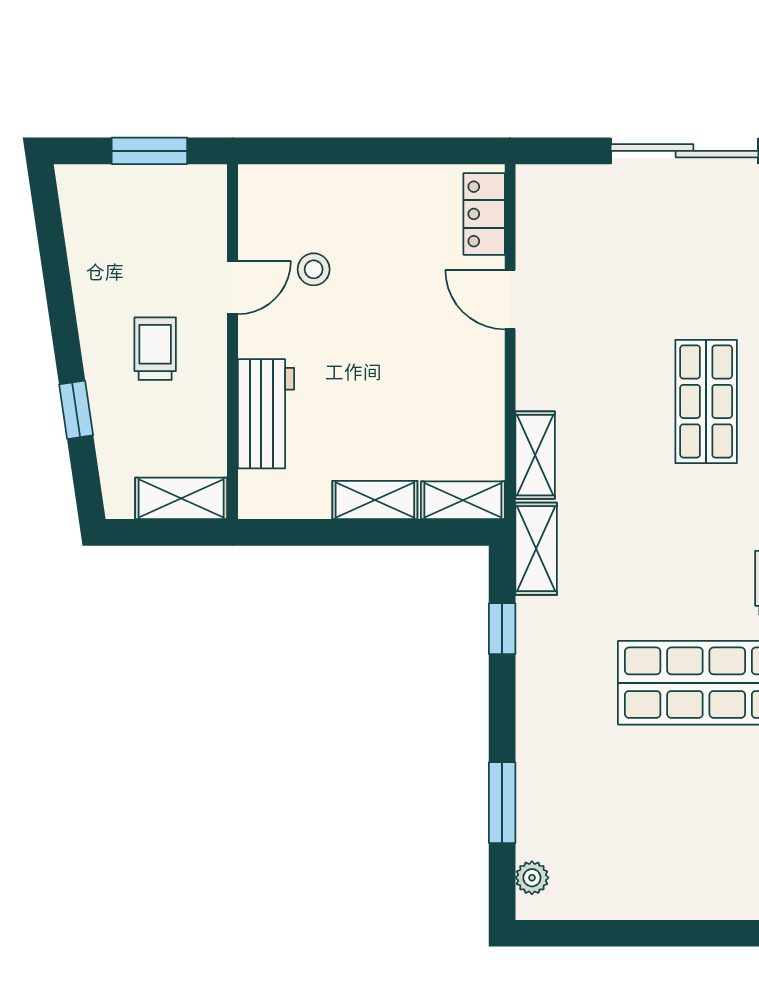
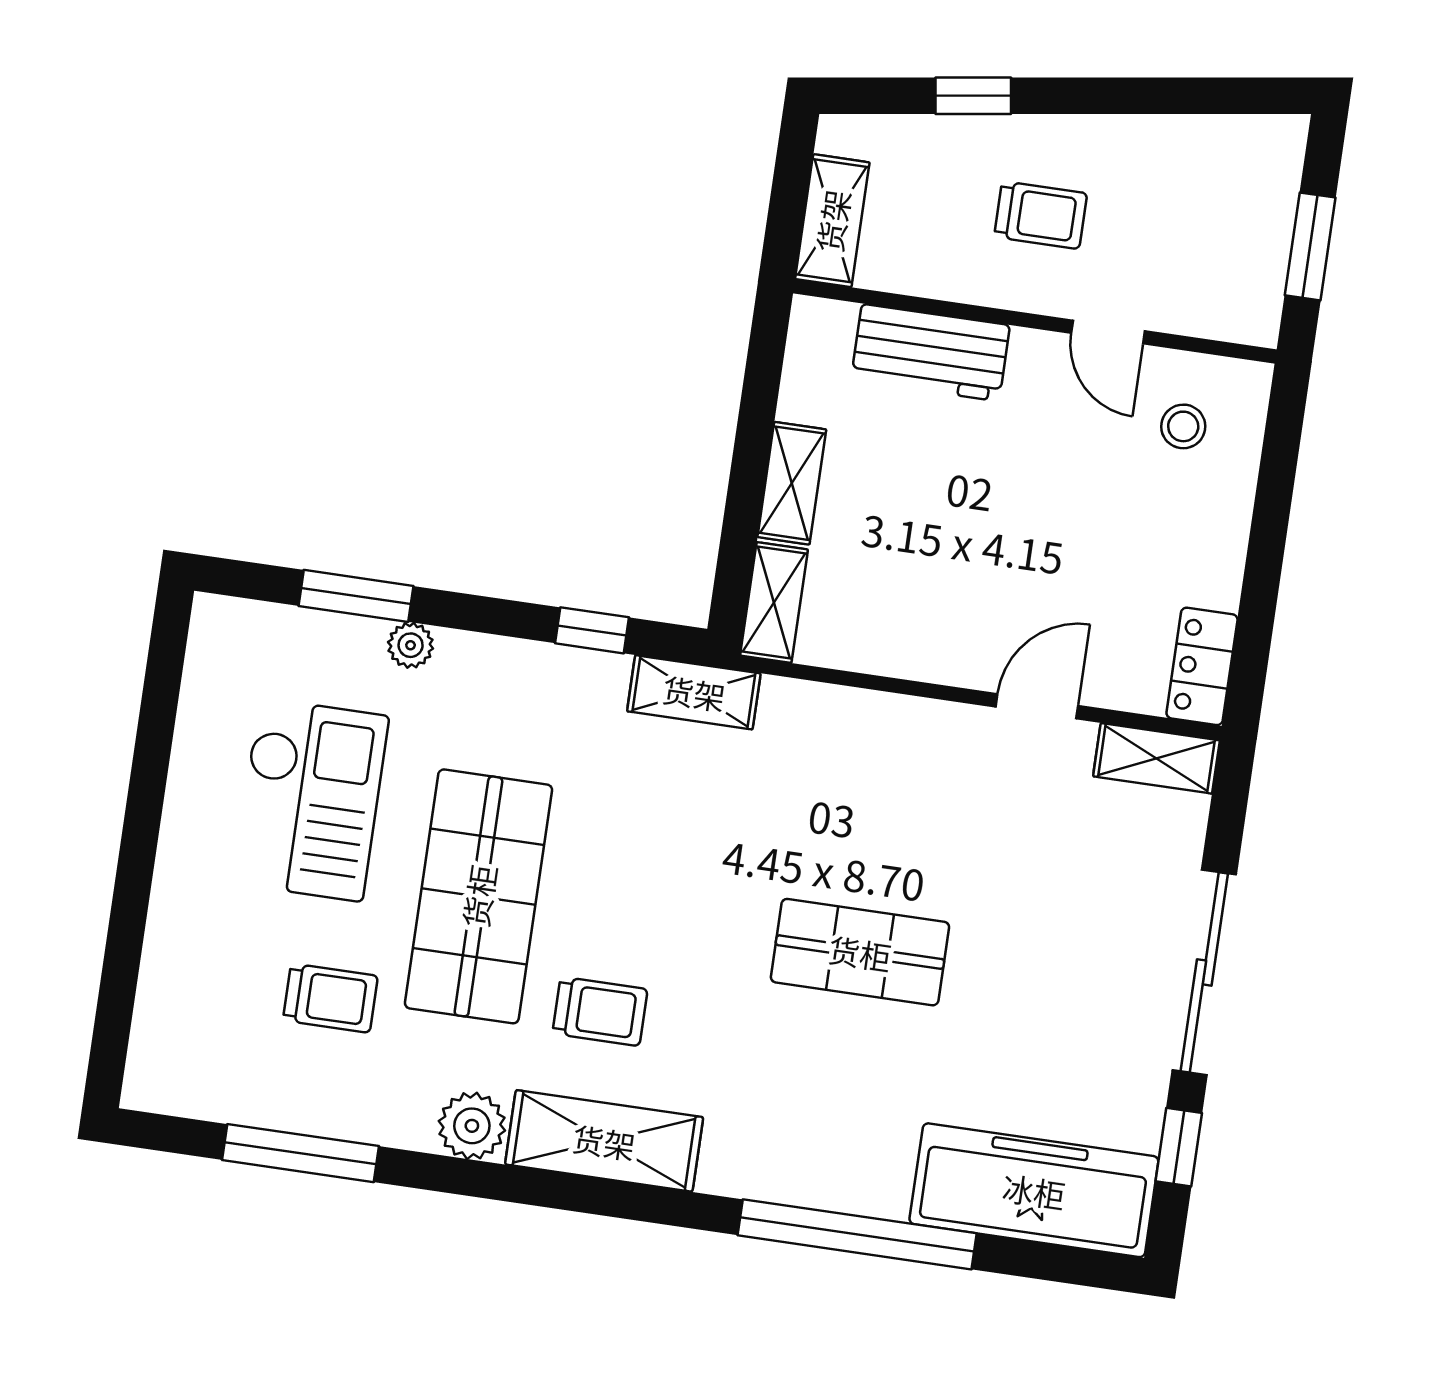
locker: (484, 214) -> (1202, 666), moved, turned -90
stool: (314, 269) -> (1183, 426), moved
shelving: (535, 455) -> (1156, 758), moved
checkout: (654, 814) -> (310, 800), added
plant: (532, 878) -> (411, 645), moved

